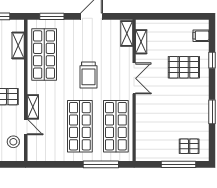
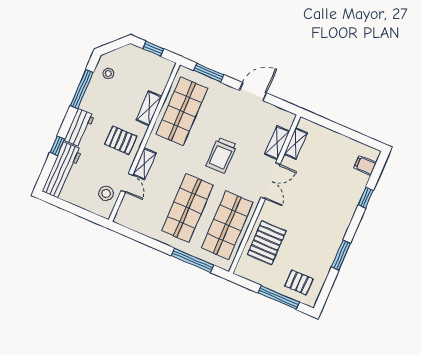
shelving: (127, 34) -> (277, 143), moved
shelving: (18, 45) -> (149, 108), moved
pallet: (184, 67) -> (267, 243), moved, turned 90

